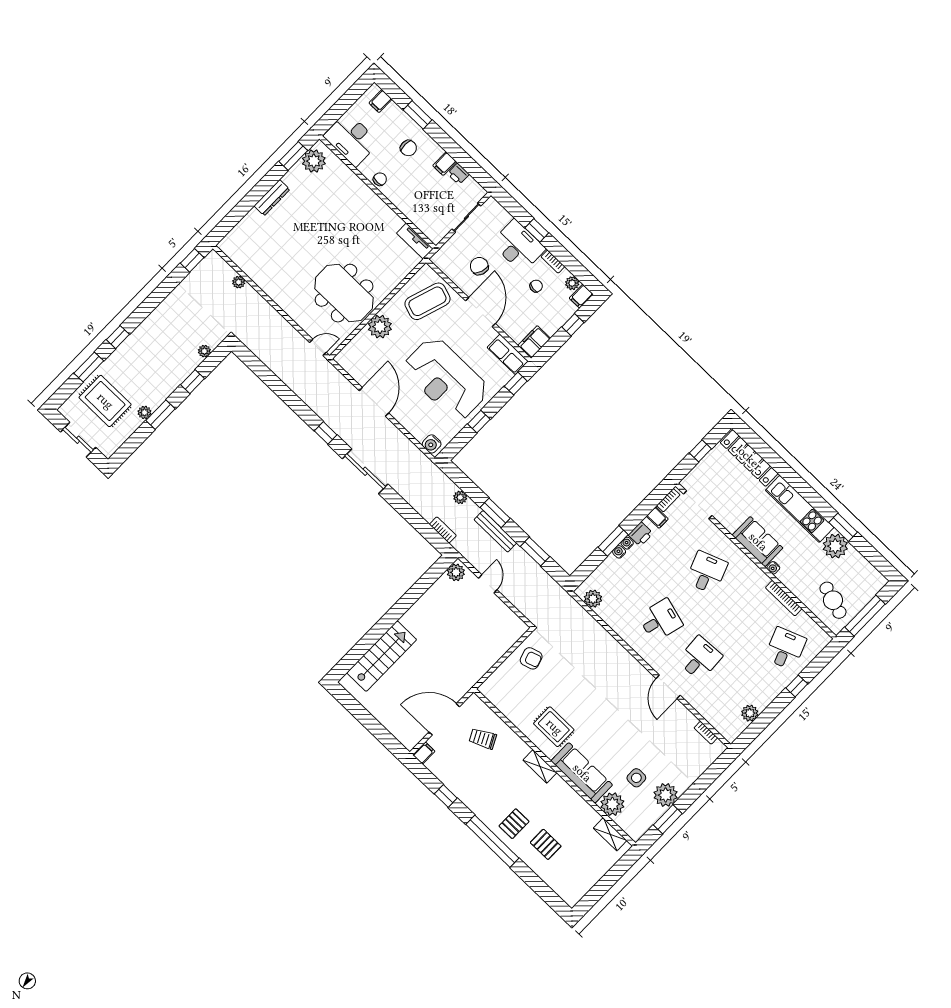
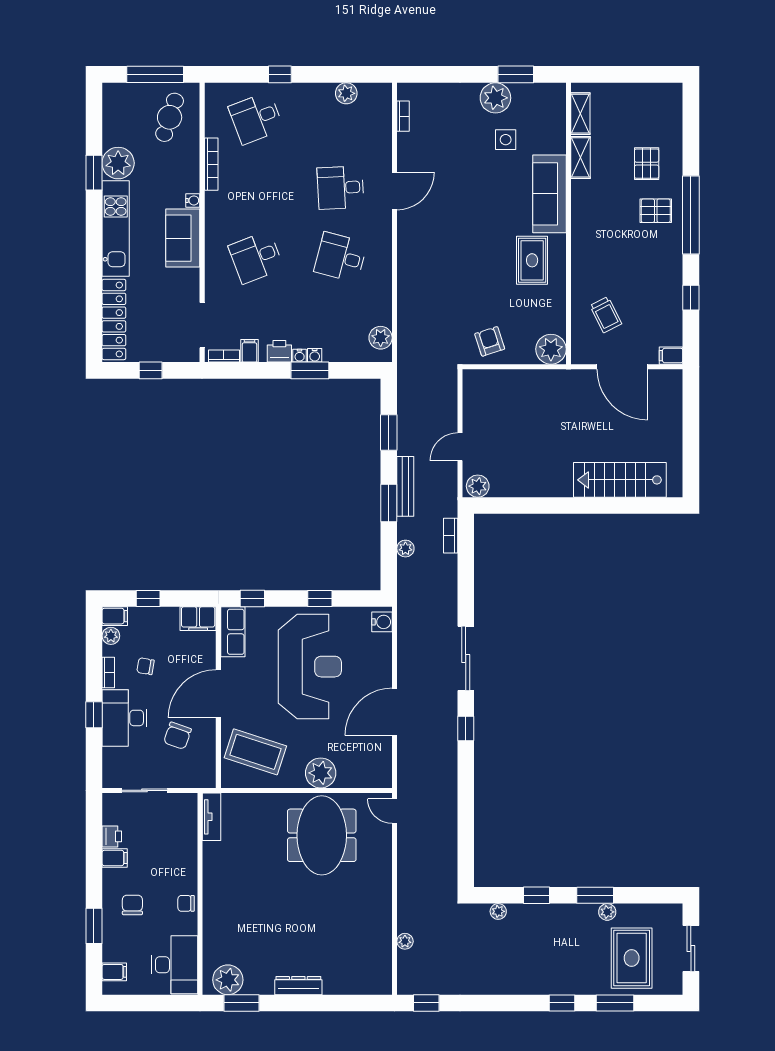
shelving: (540, 766) -> (580, 157), moved
plant: (612, 804) -> (551, 349), moved

